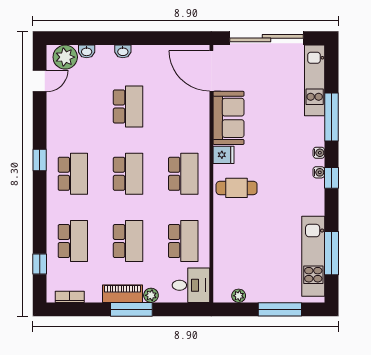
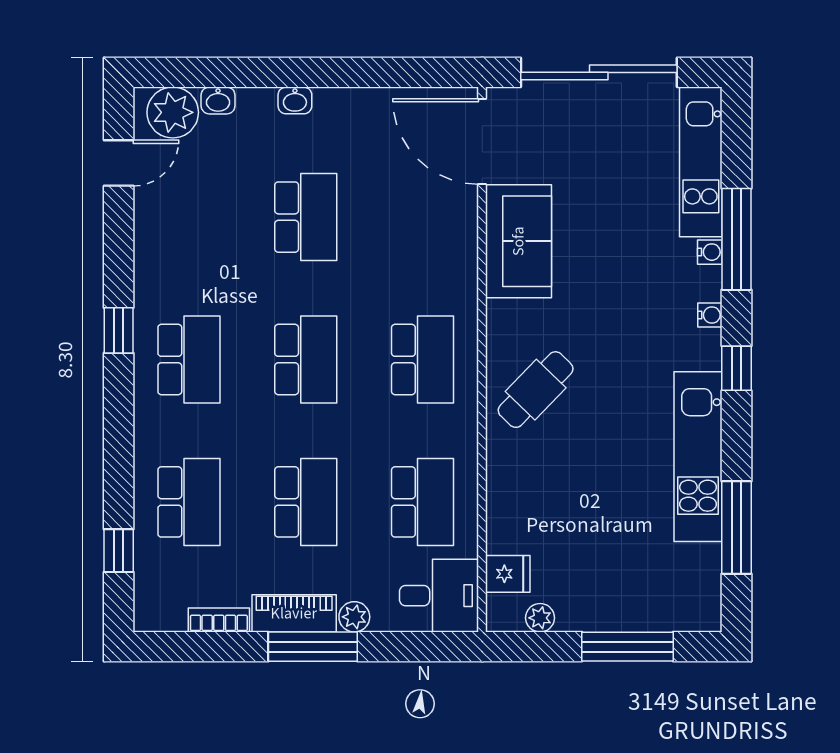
fridge: (223, 155) -> (508, 574), moved
water cooler: (319, 172) -> (710, 252), moved
cafe table: (237, 188) -> (536, 390), turned -46
kitchen unit: (313, 256) -> (698, 457), moved
bookcase: (70, 297) -> (219, 620), moved

